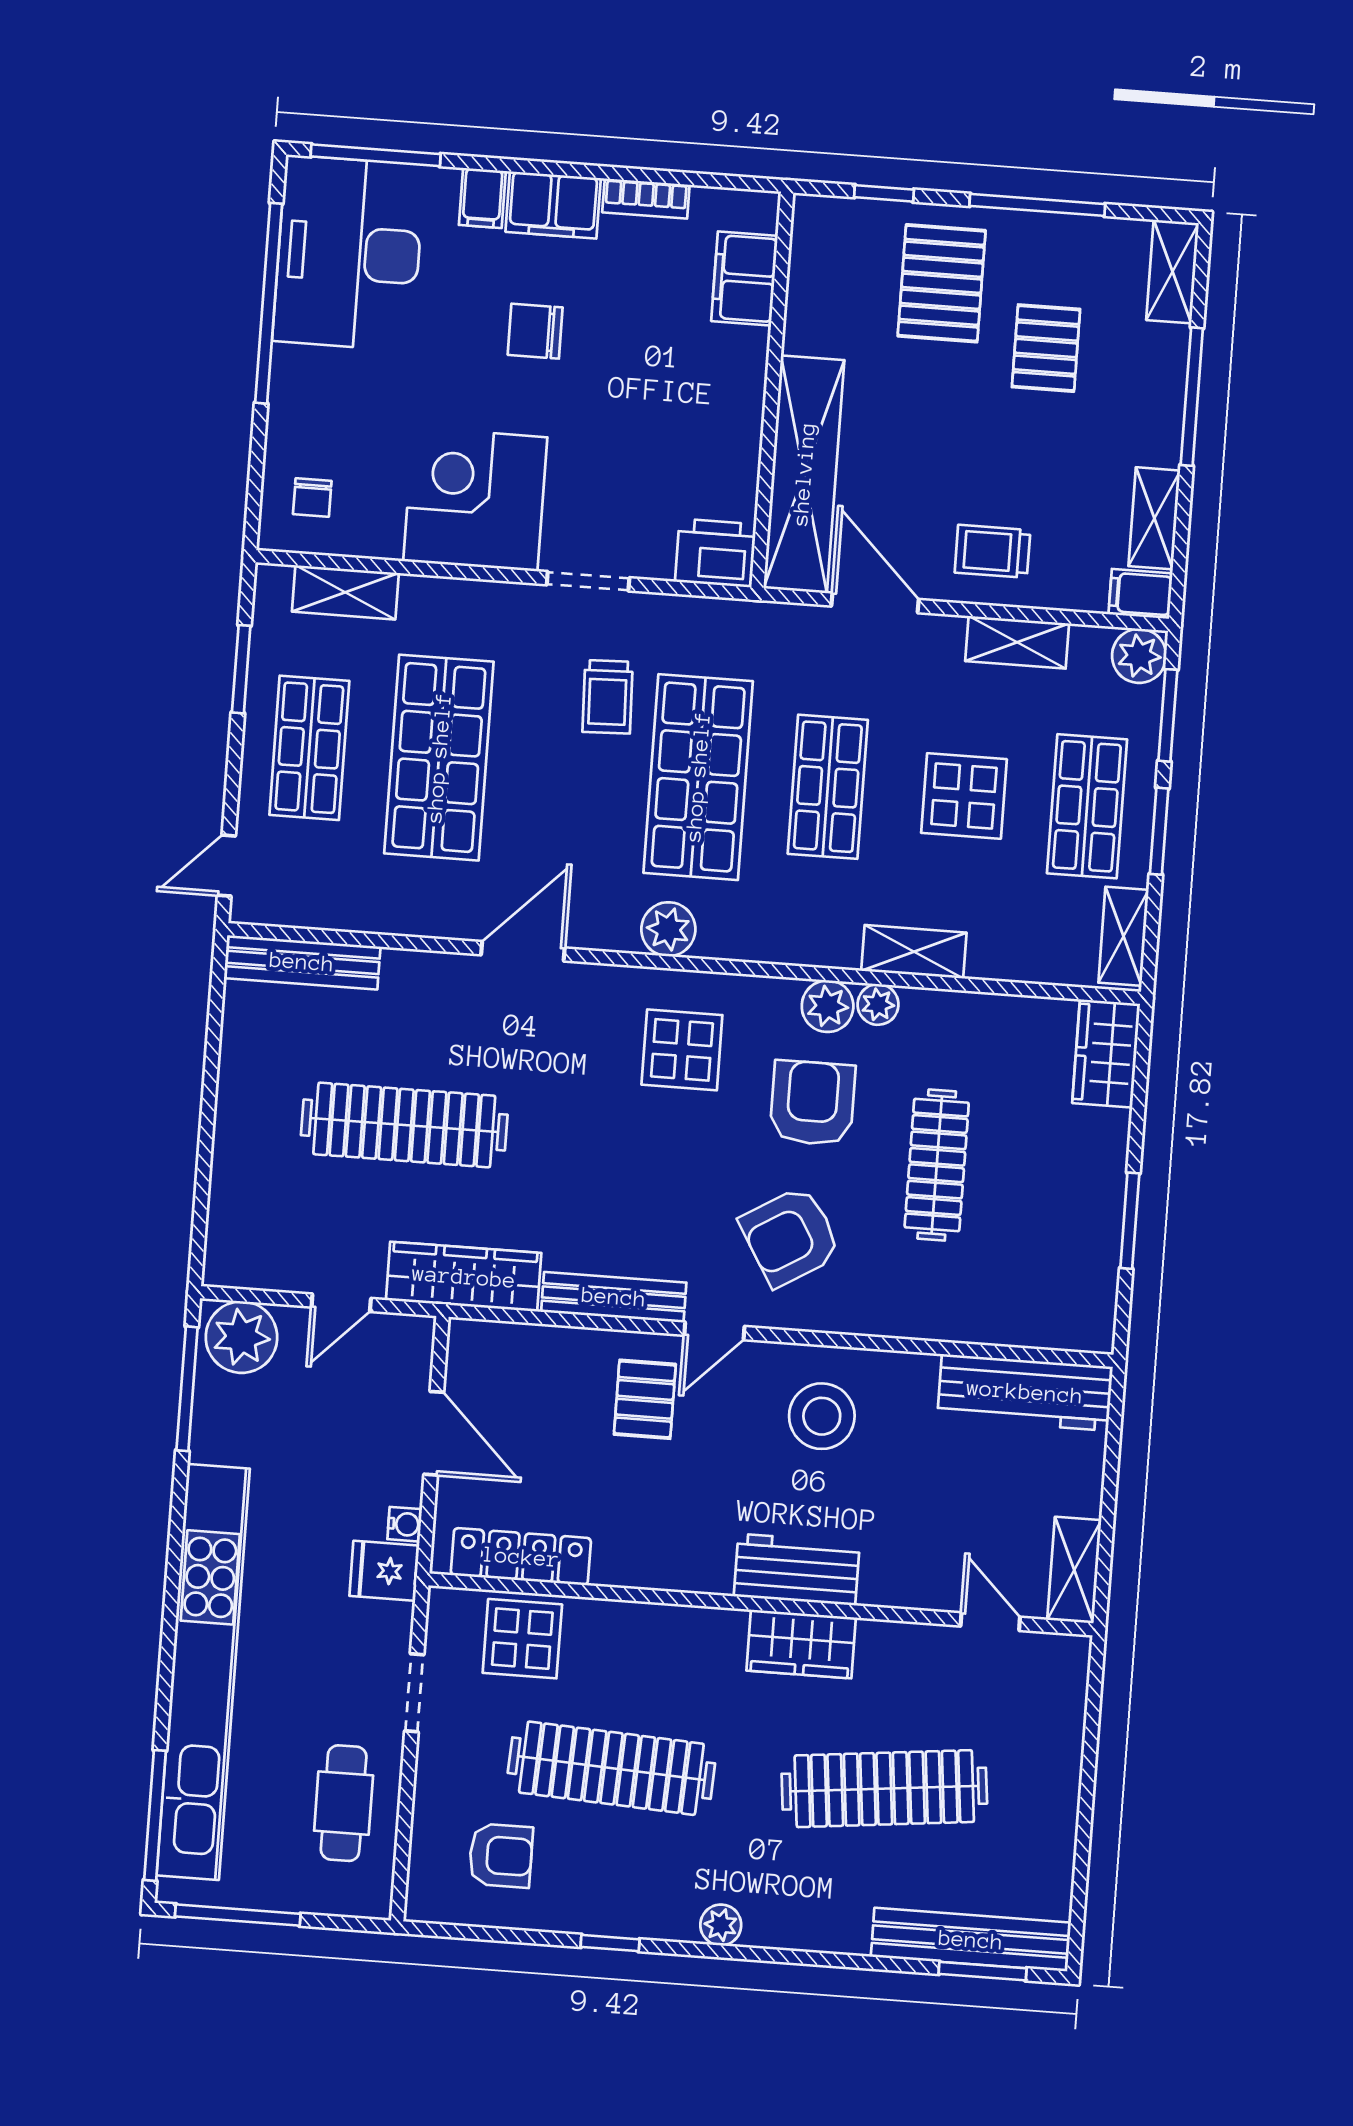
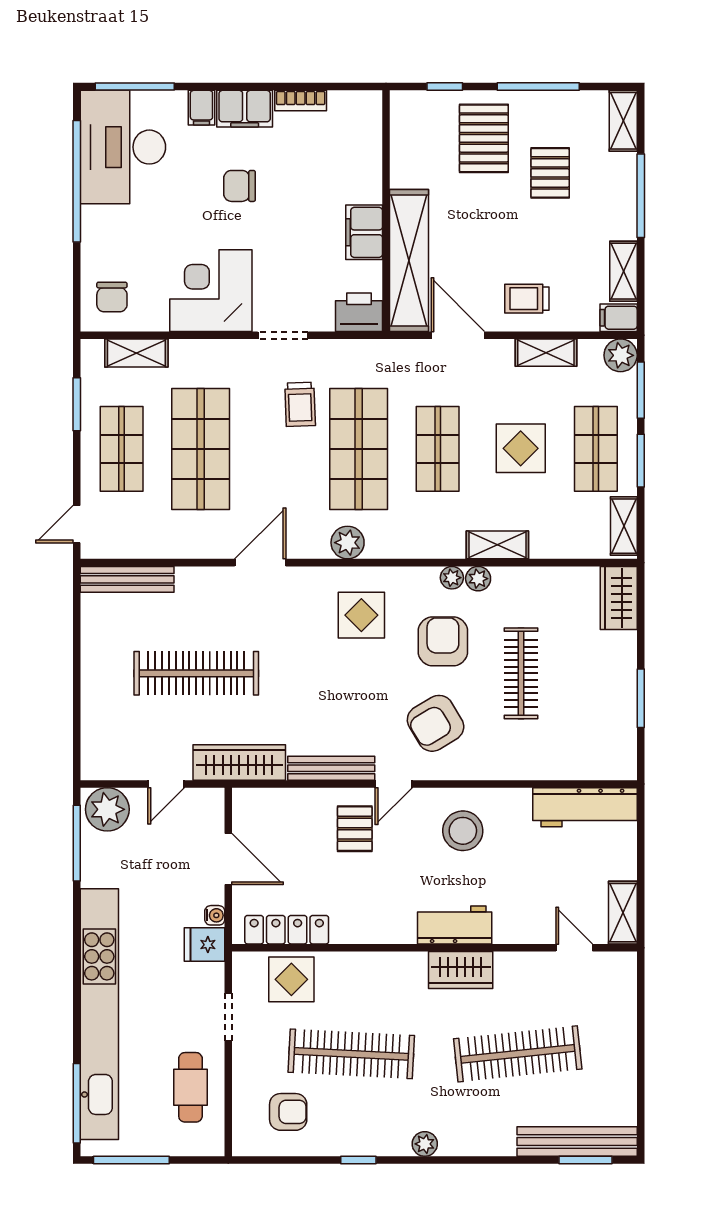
filing cabinet: (745, 278) -> (364, 232), moved
chair: (312, 498) -> (112, 297), width x1.37, depth x1.37
plant: (828, 1006) -> (452, 578), width x0.73, depth x0.73

